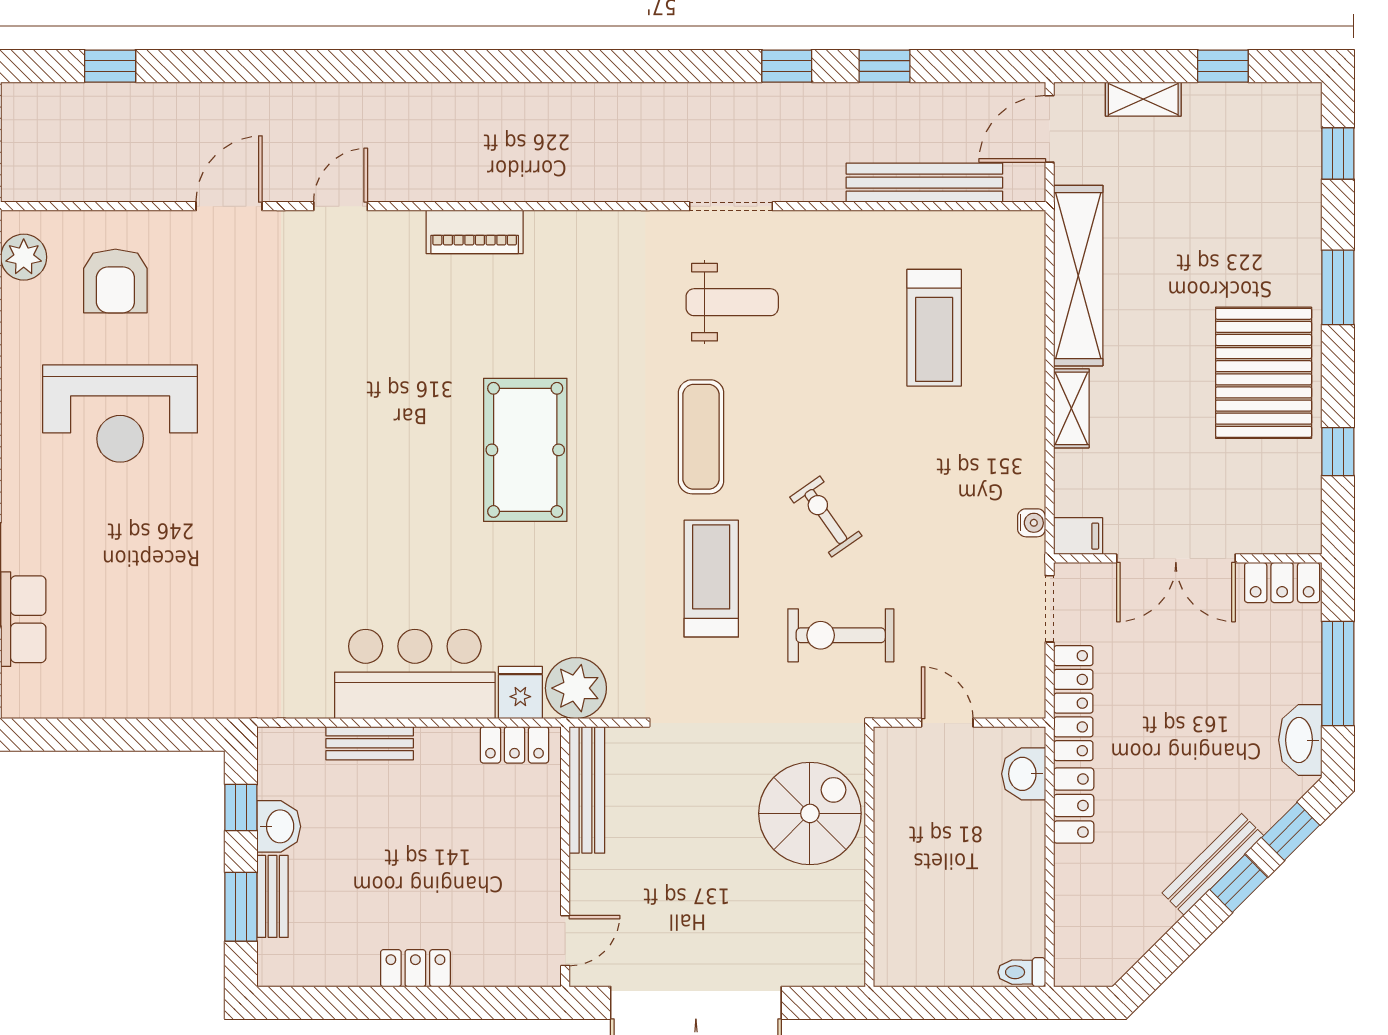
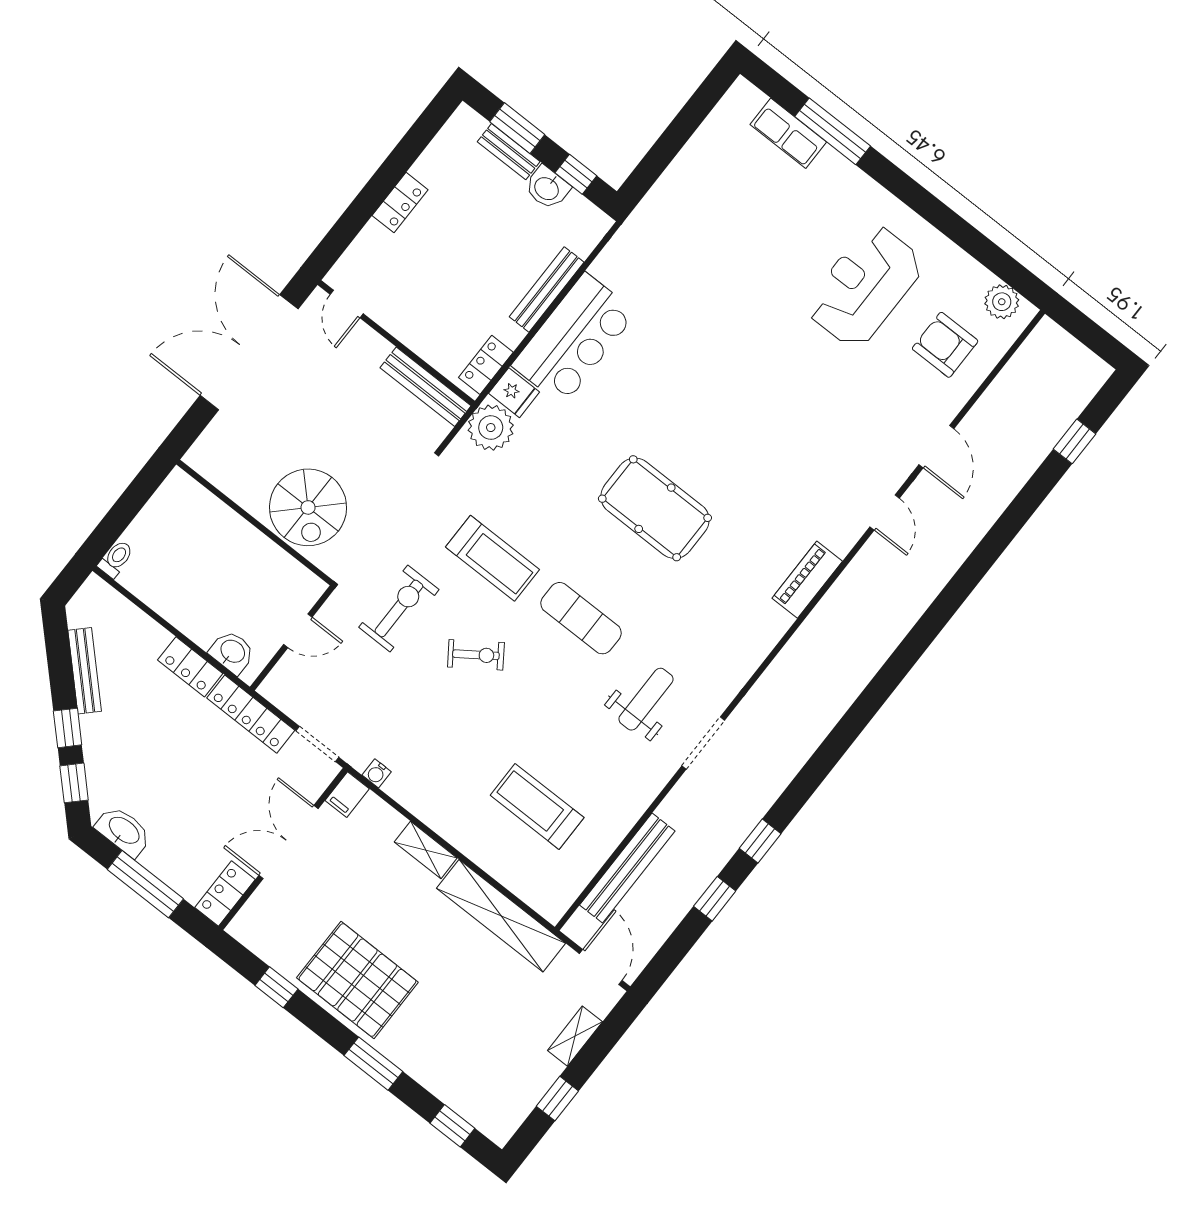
weight bench: (732, 302) -> (646, 699), turned 180
bench: (370, 743) -> (547, 289), width x1.36
bench: (1213, 864) -> (85, 671), moved

